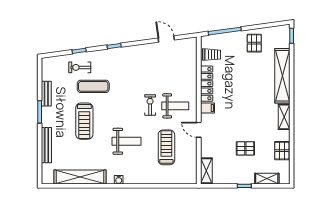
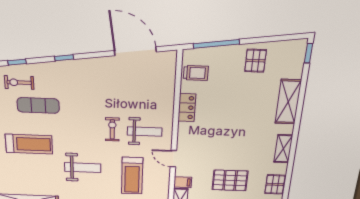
door: (166, 39) -> (135, 51), width x1.87
shelving: (282, 76) -> (288, 102), width x0.68
locker: (207, 84) -> (187, 108), width x0.66
filing cabinet: (208, 108) -> (183, 182), moved
treadmill: (84, 121) -> (29, 144), turned -90
treadmill: (166, 147) -> (132, 176), turned 180
pallet: (245, 148) -> (230, 180), width x1.50, depth x1.42

